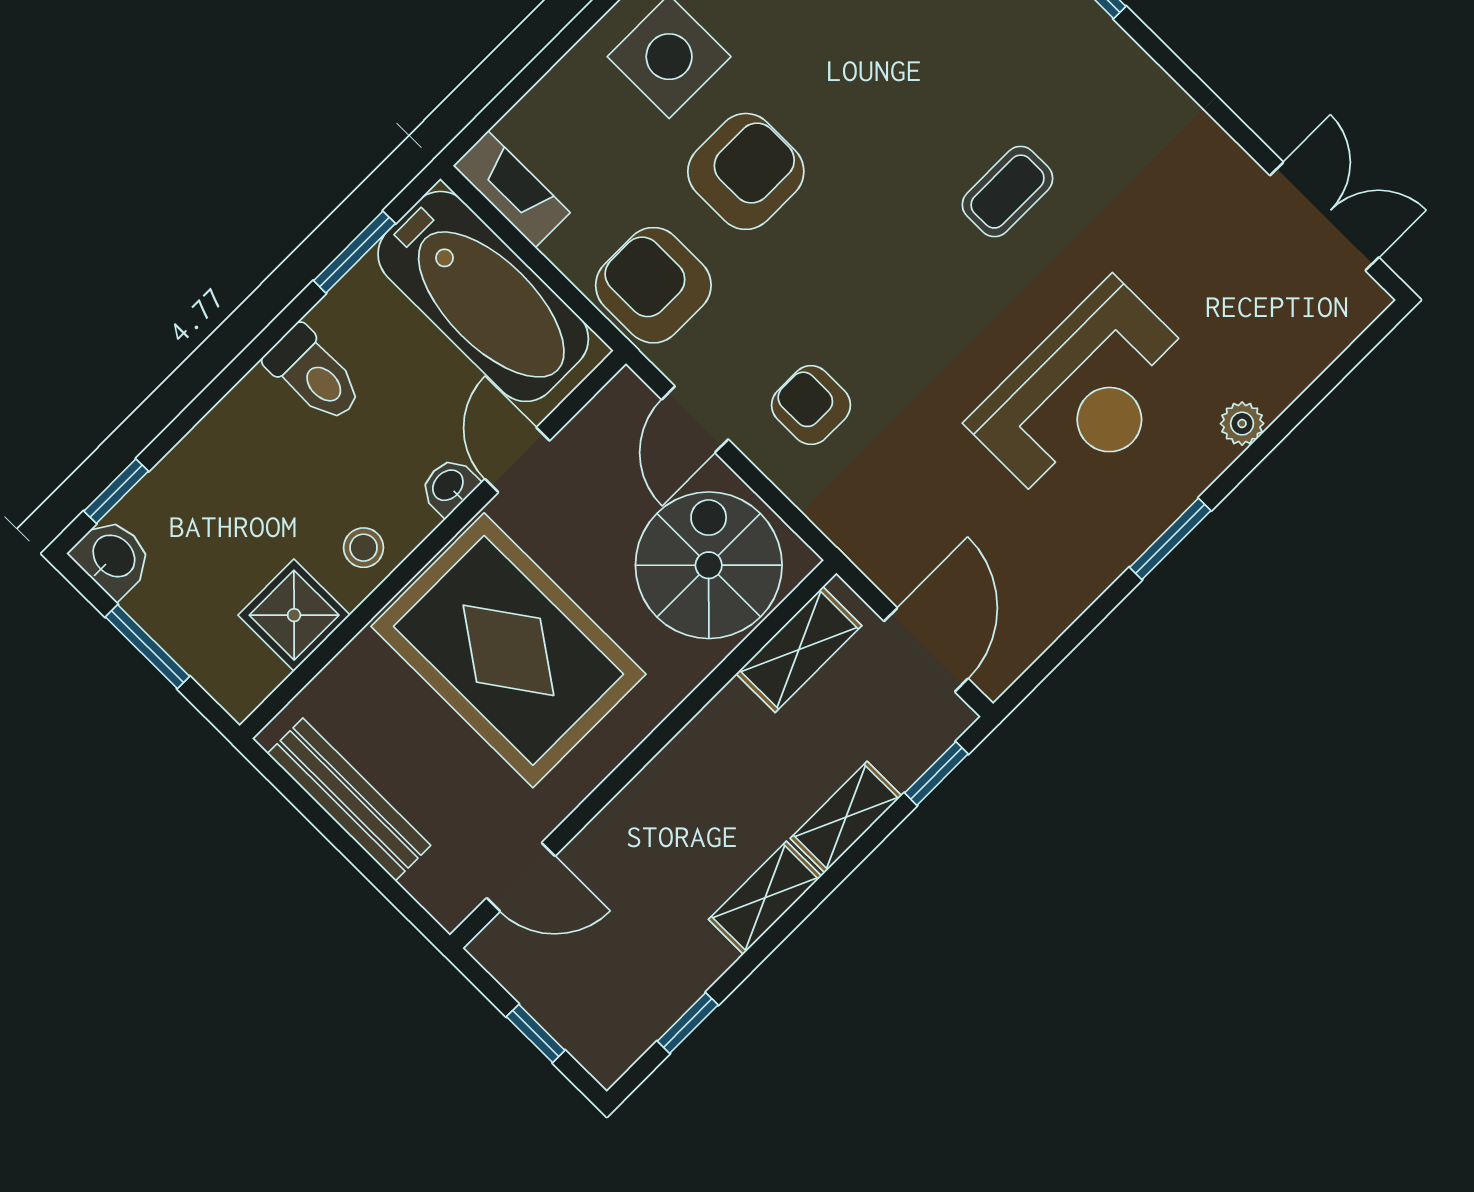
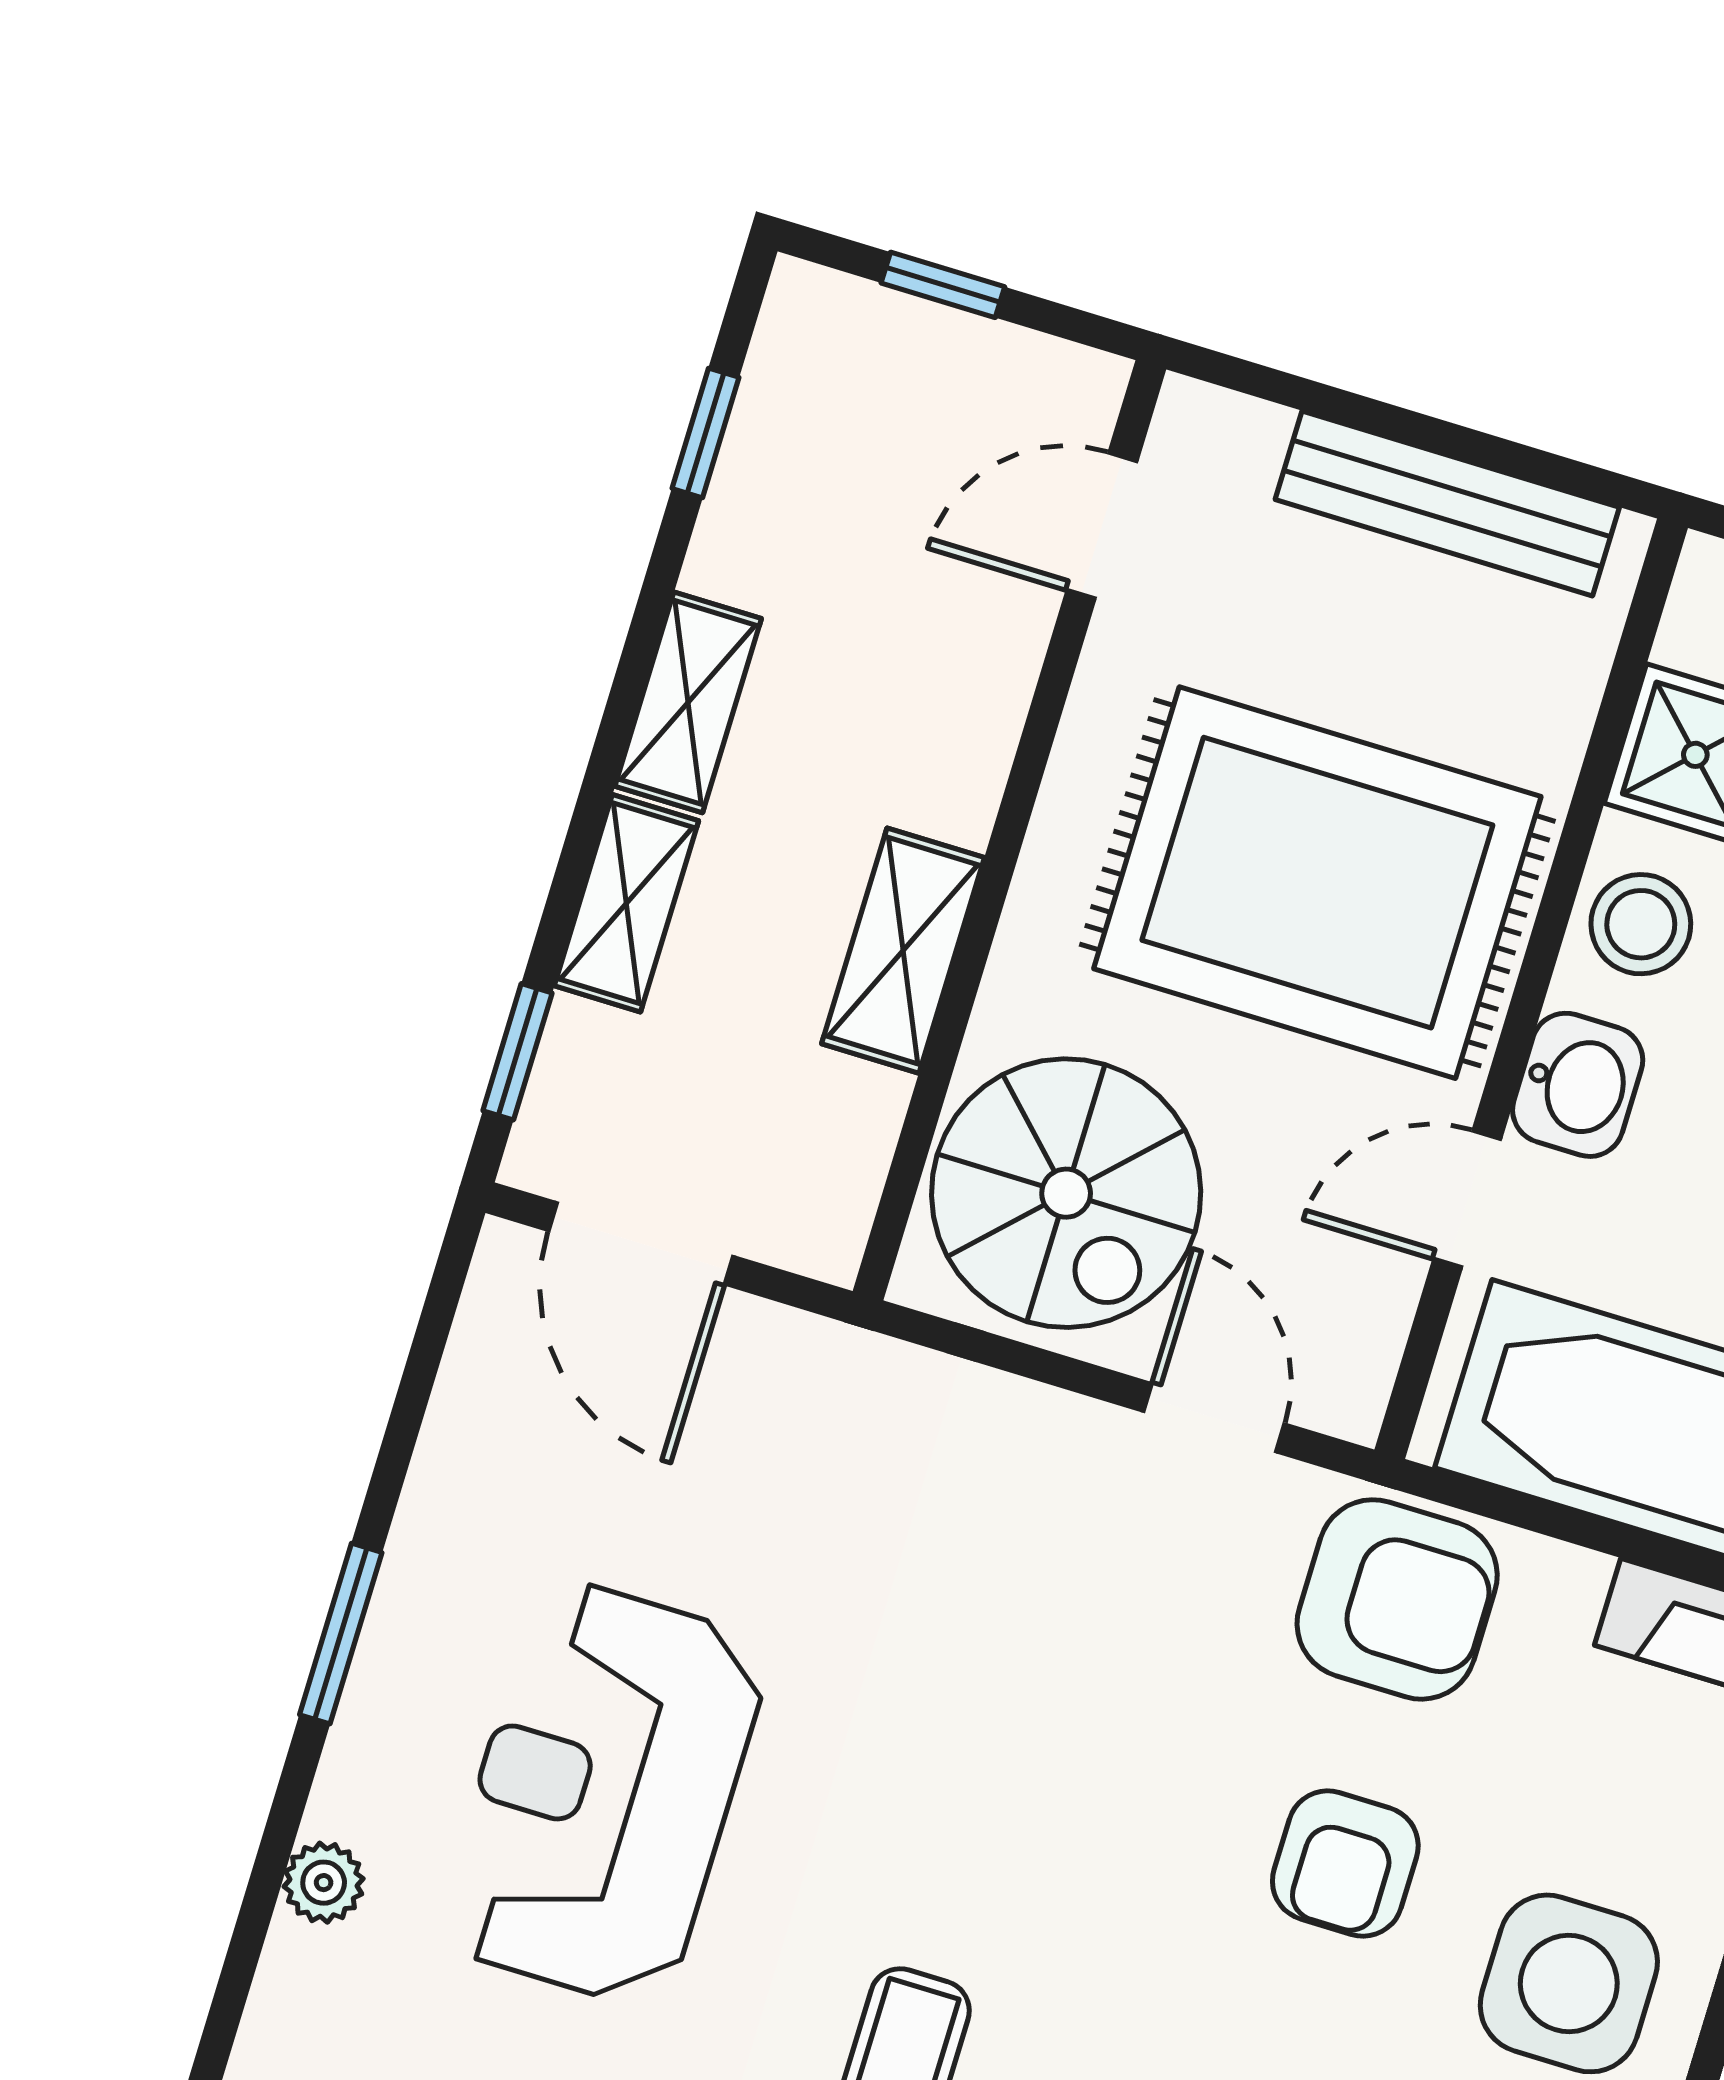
armchair: (746, 171) -> (1345, 1864), width x0.72, depth x0.72
armchair: (811, 405) -> (1038, 1541), removed
door: (517, 460) -> (1467, 1199), swing flipped
washbasin: (449, 486) -> (1578, 1085), width x1.38, depth x1.45
stool: (364, 548) -> (1641, 924), width x1.37, depth x1.37
shelving: (799, 650) -> (903, 951), moved

